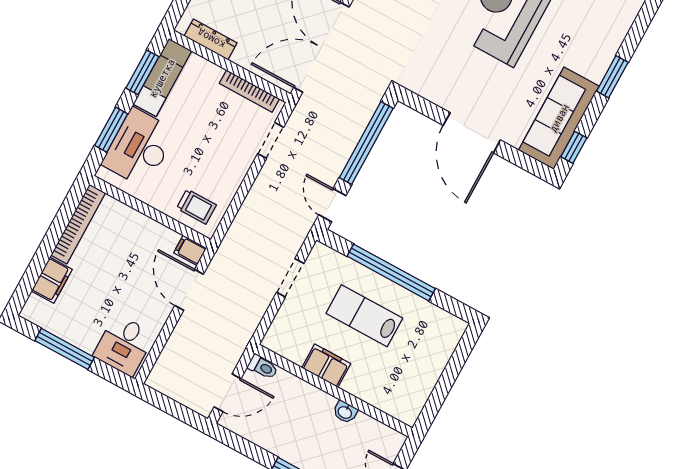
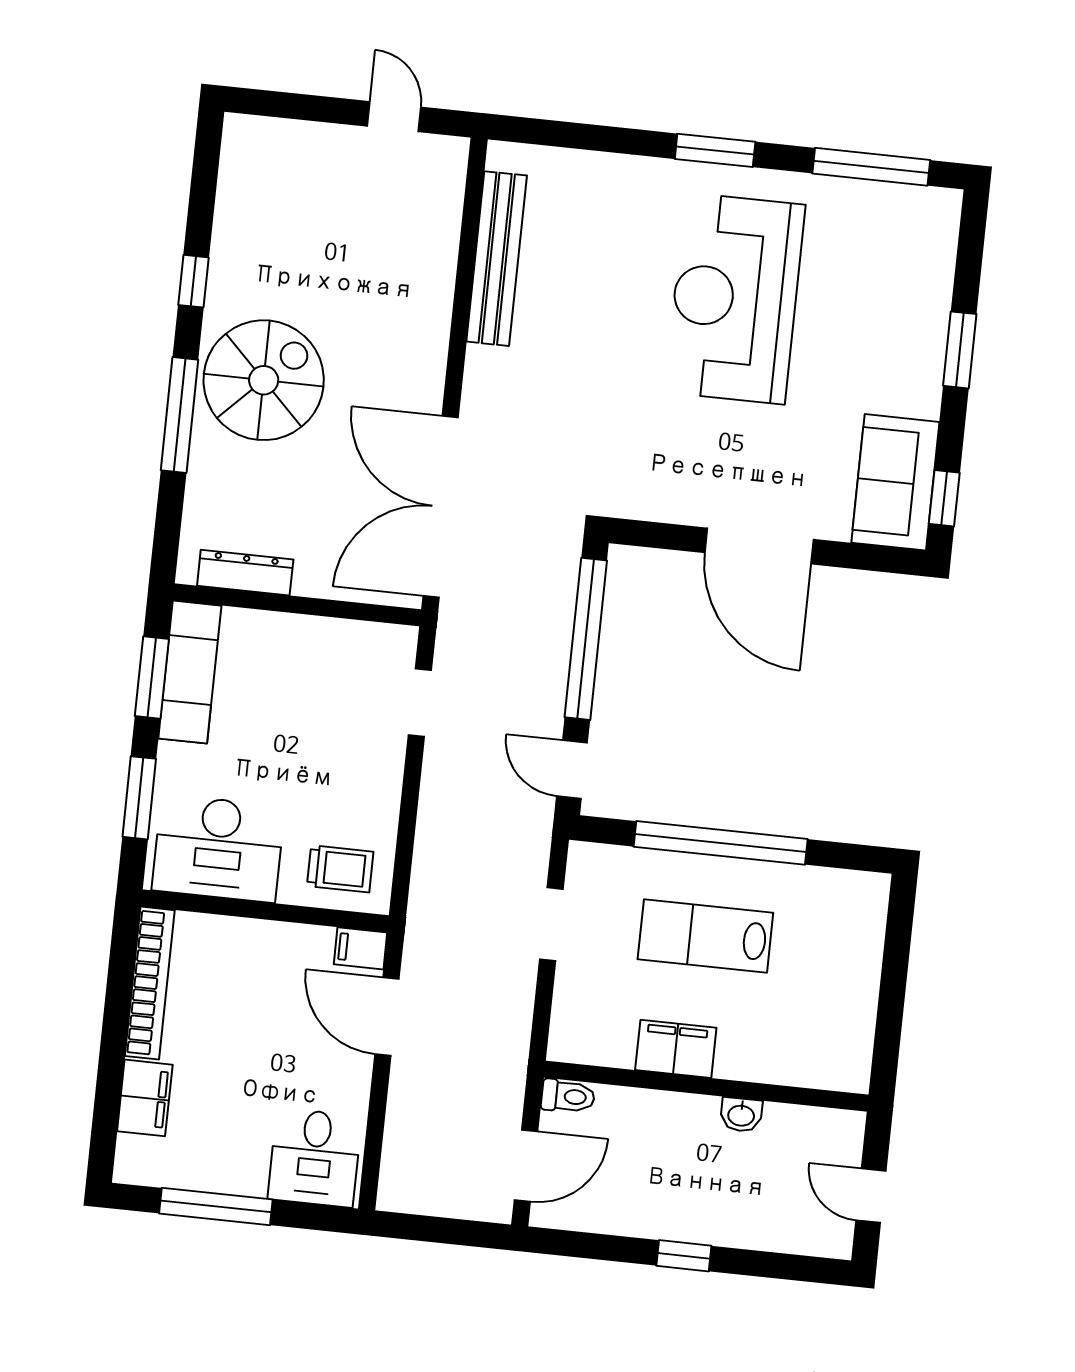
bookcase: (249, 91) -> (349, 633), removed
sofa: (559, 118) -> (895, 482), width x0.73
desk: (139, 148) -> (218, 848), moved, turned -90

